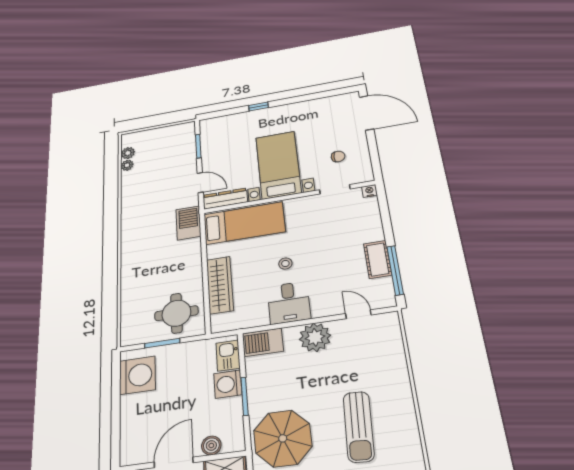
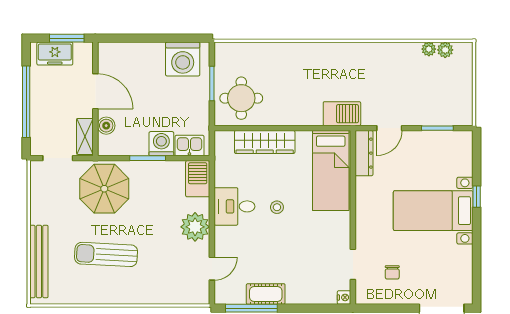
bed with nightstands: (278, 165) -> (433, 211), moved, turned 180

